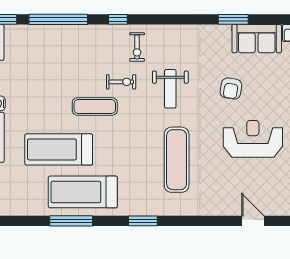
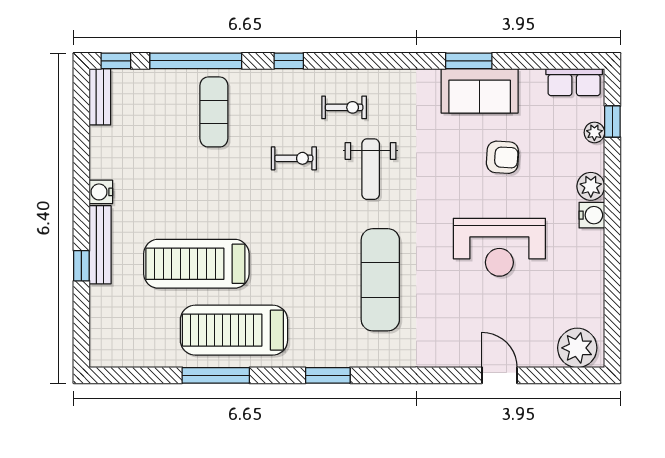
sofa: (257, 39) -> (480, 91), moved
exercise bike: (137, 47) -> (344, 107), moved, turned -90
armchair: (231, 89) -> (502, 157), moved, turned -96
exercise mat: (95, 106) -> (214, 112), moved, turned 90
reception desk: (253, 139) -> (499, 247), turned 180

